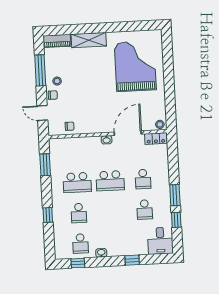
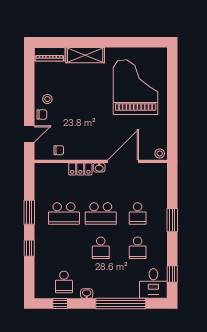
window: (40, 70) -> (29, 86), removed
door: (42, 113) -> (29, 134), swing flipped
locker: (156, 139) -> (80, 169), moved
window: (45, 165) -> (29, 212), moved
window: (175, 195) -> (172, 220), moved
school desk: (79, 213) -> (101, 248), moved
window: (176, 220) -> (172, 274), moved
window: (132, 260) -> (121, 304), width x3.17

